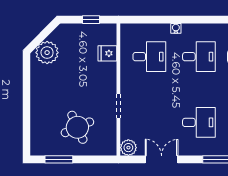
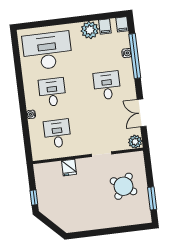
window: (91, 20) -> (34, 198), moved
plant: (47, 53) -> (64, 219), removed
fridge: (107, 53) -> (69, 168), moved
round table: (77, 127) -> (124, 186), turned -31

